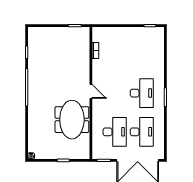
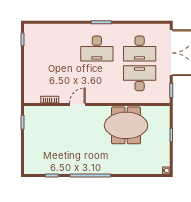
door: (91, 91) -> (77, 105), moved
desk: (142, 93) -> (97, 48), turned 180
desk: (142, 132) -> (140, 48), turned 180

